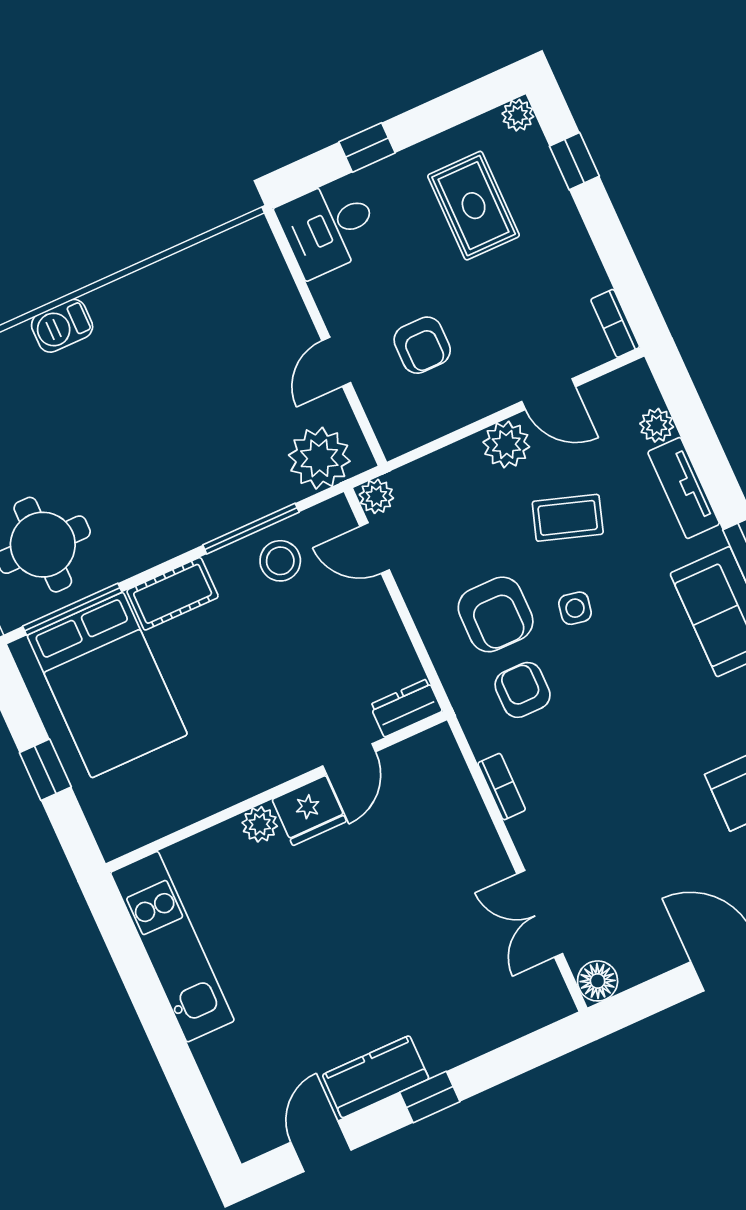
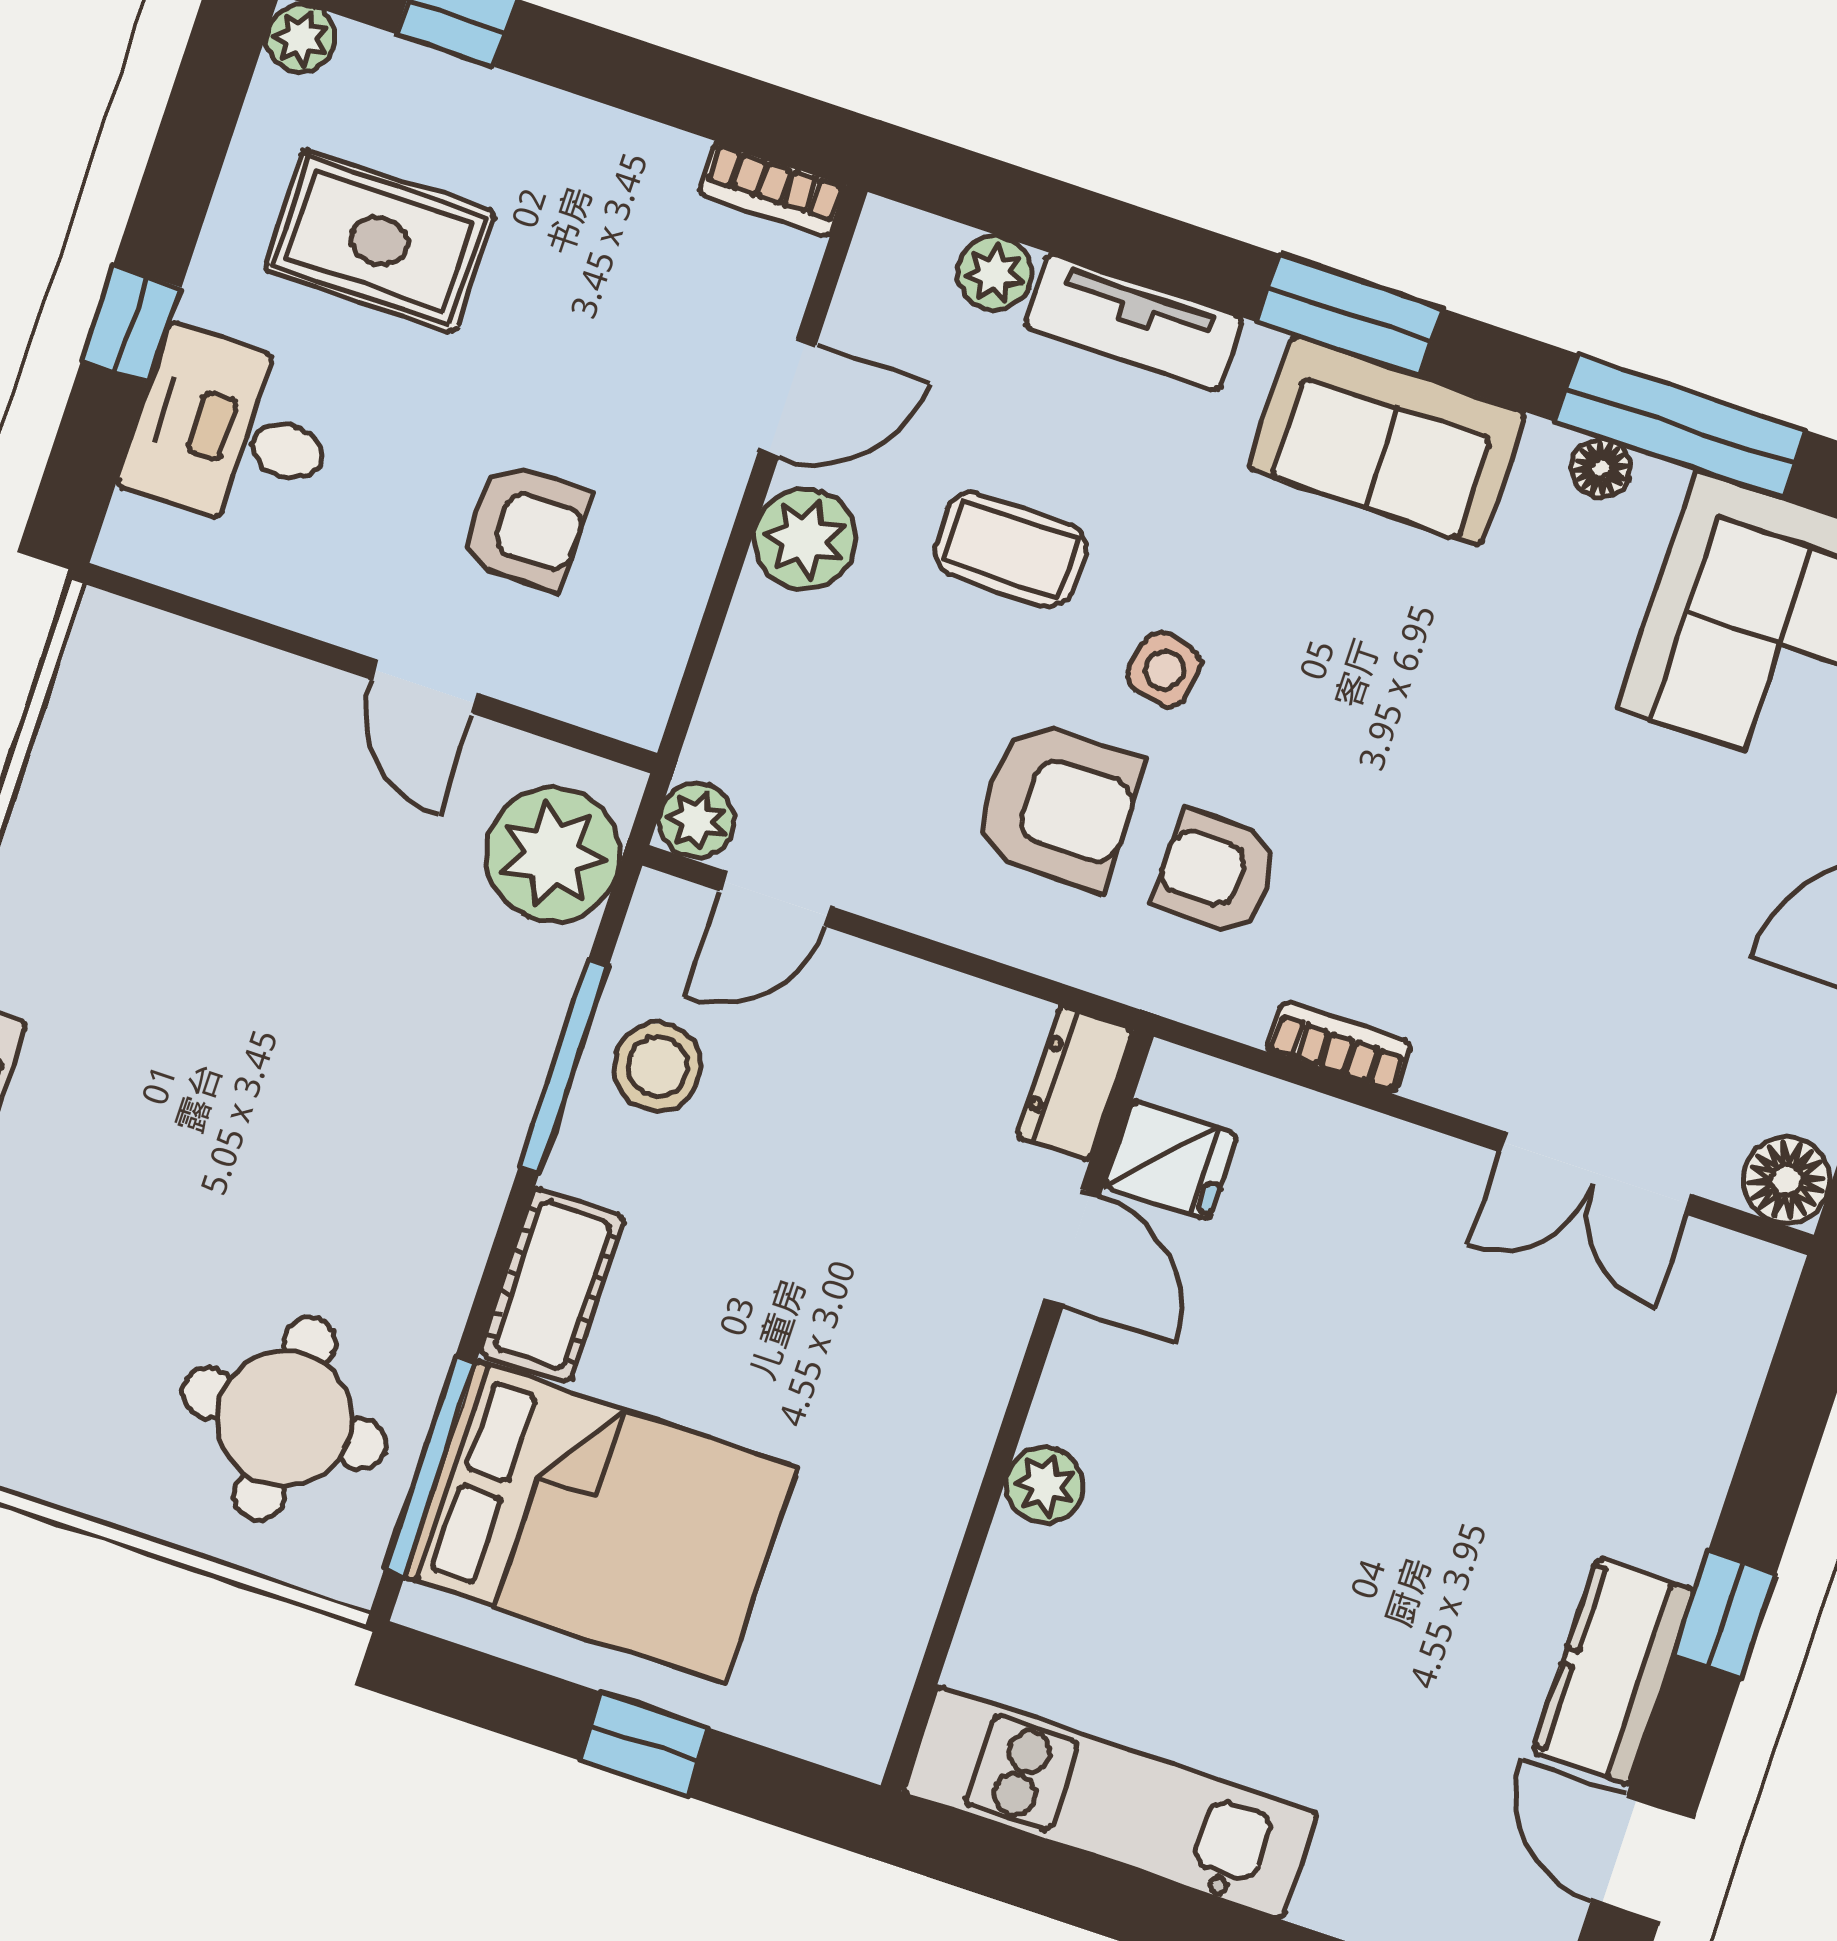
desk: (329, 227) -> (232, 433), moved, turned 90
coffee table: (568, 518) -> (1011, 549), turned 72
fridge: (309, 810) -> (1171, 1160), moved, width x0.72

